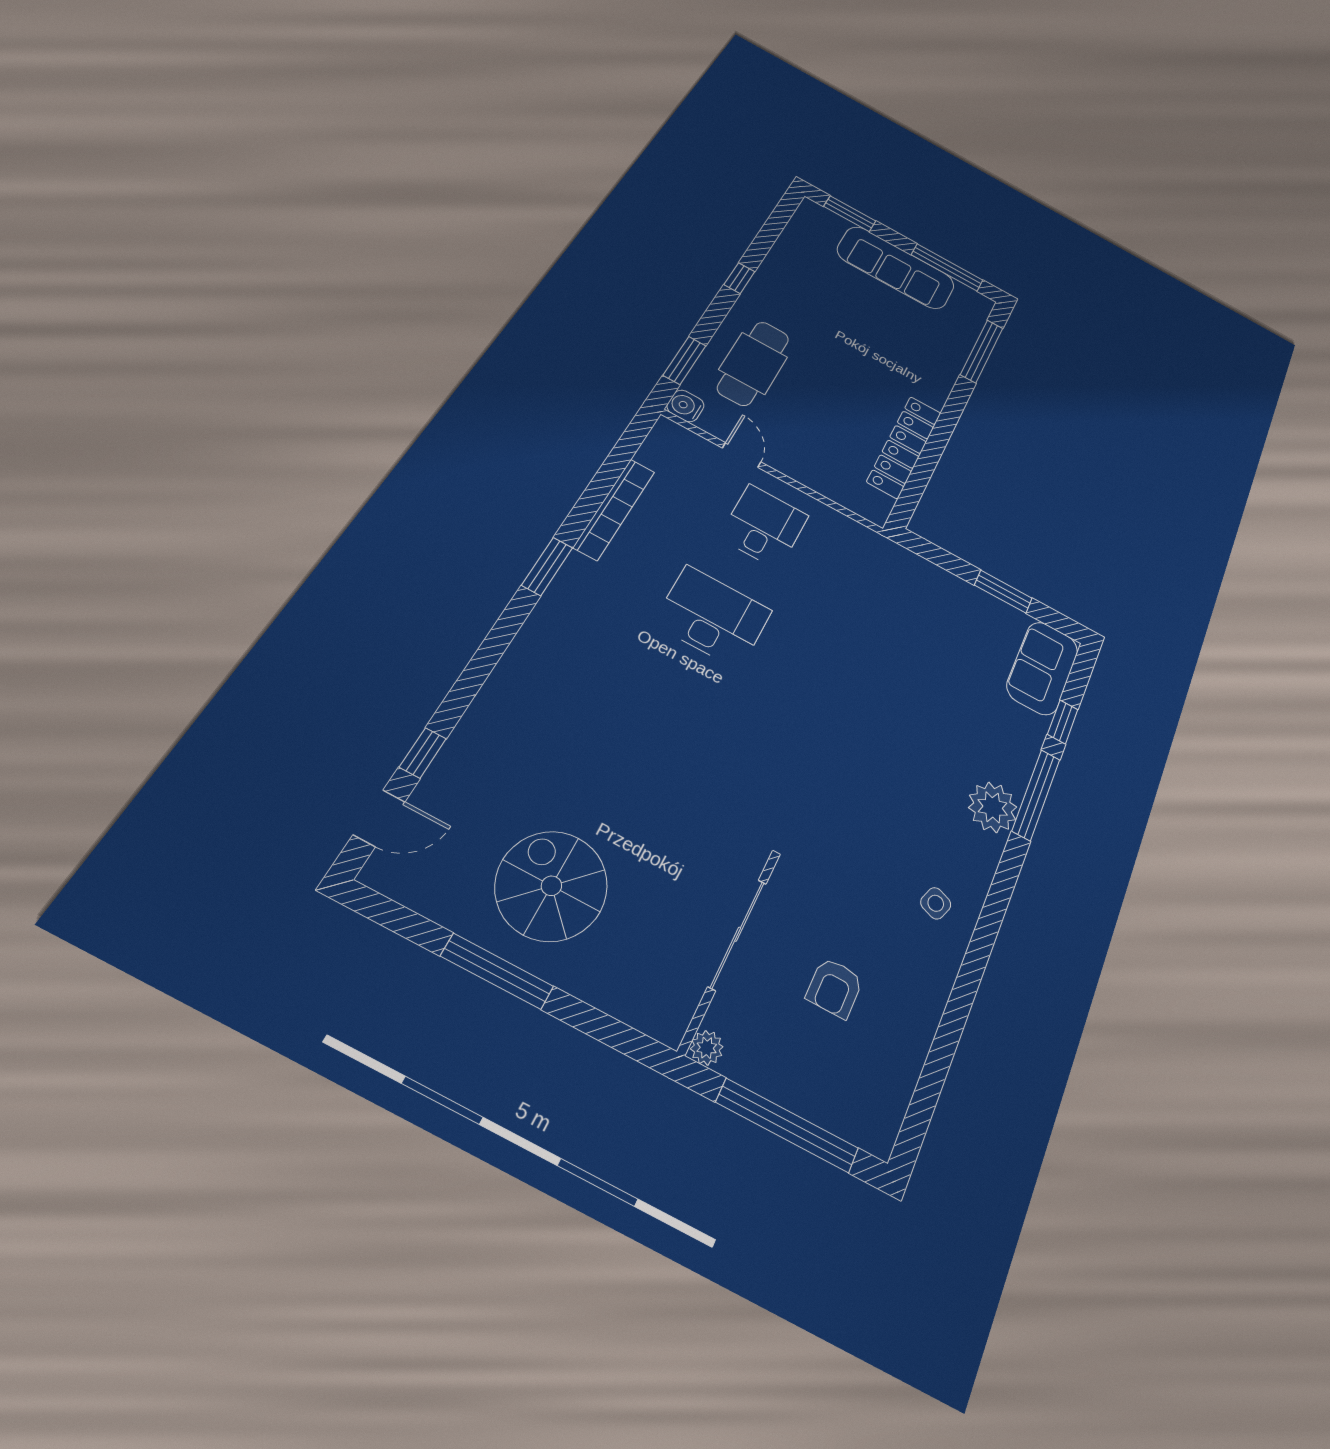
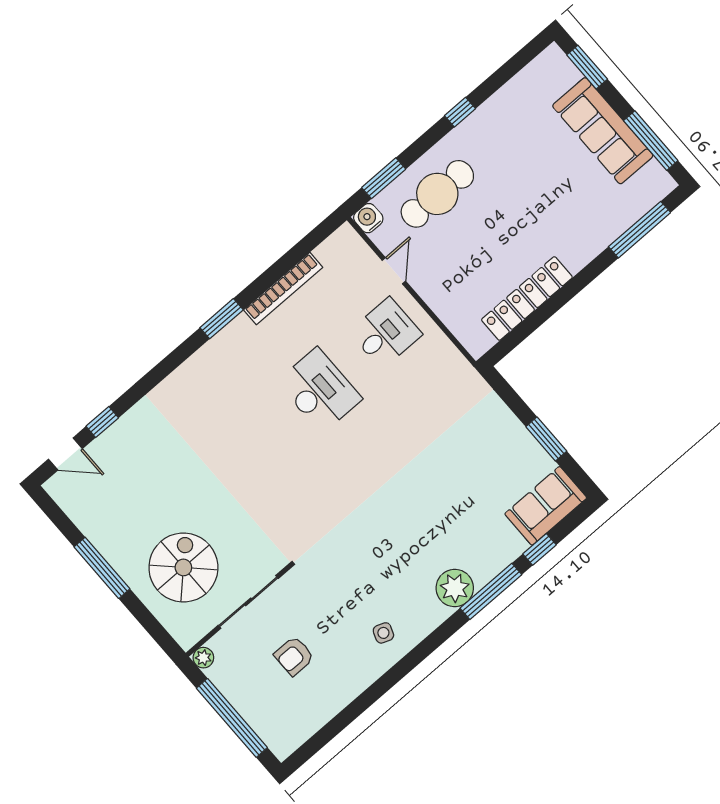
spiral stairs: (551, 886) -> (183, 567), moved

